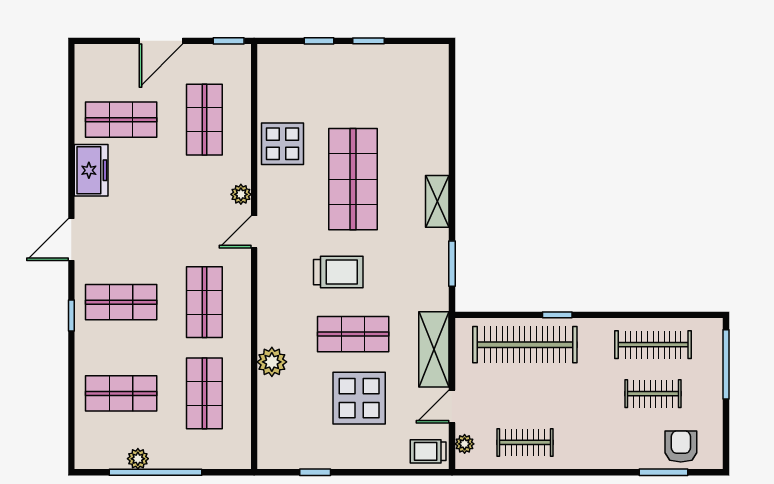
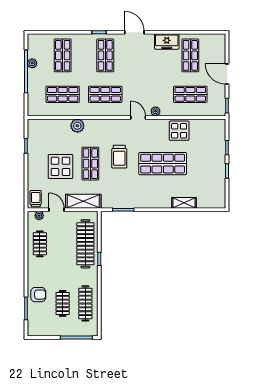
shelving: (437, 201) -> (184, 203), moved
armchair: (681, 447) -> (38, 295), moved

